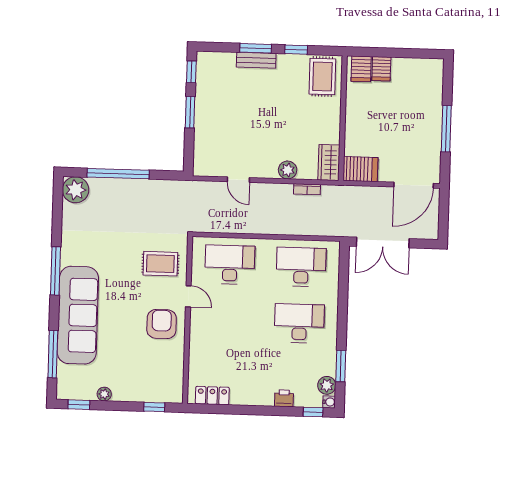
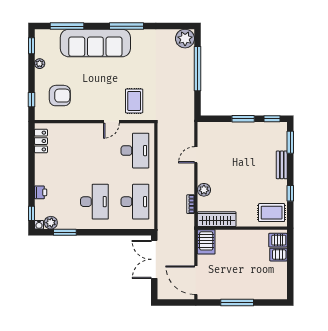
window: (256, 48) -> (290, 142), moved
wardrobe: (329, 163) -> (217, 219), width x1.50
armchair: (162, 324) -> (60, 96), moved

